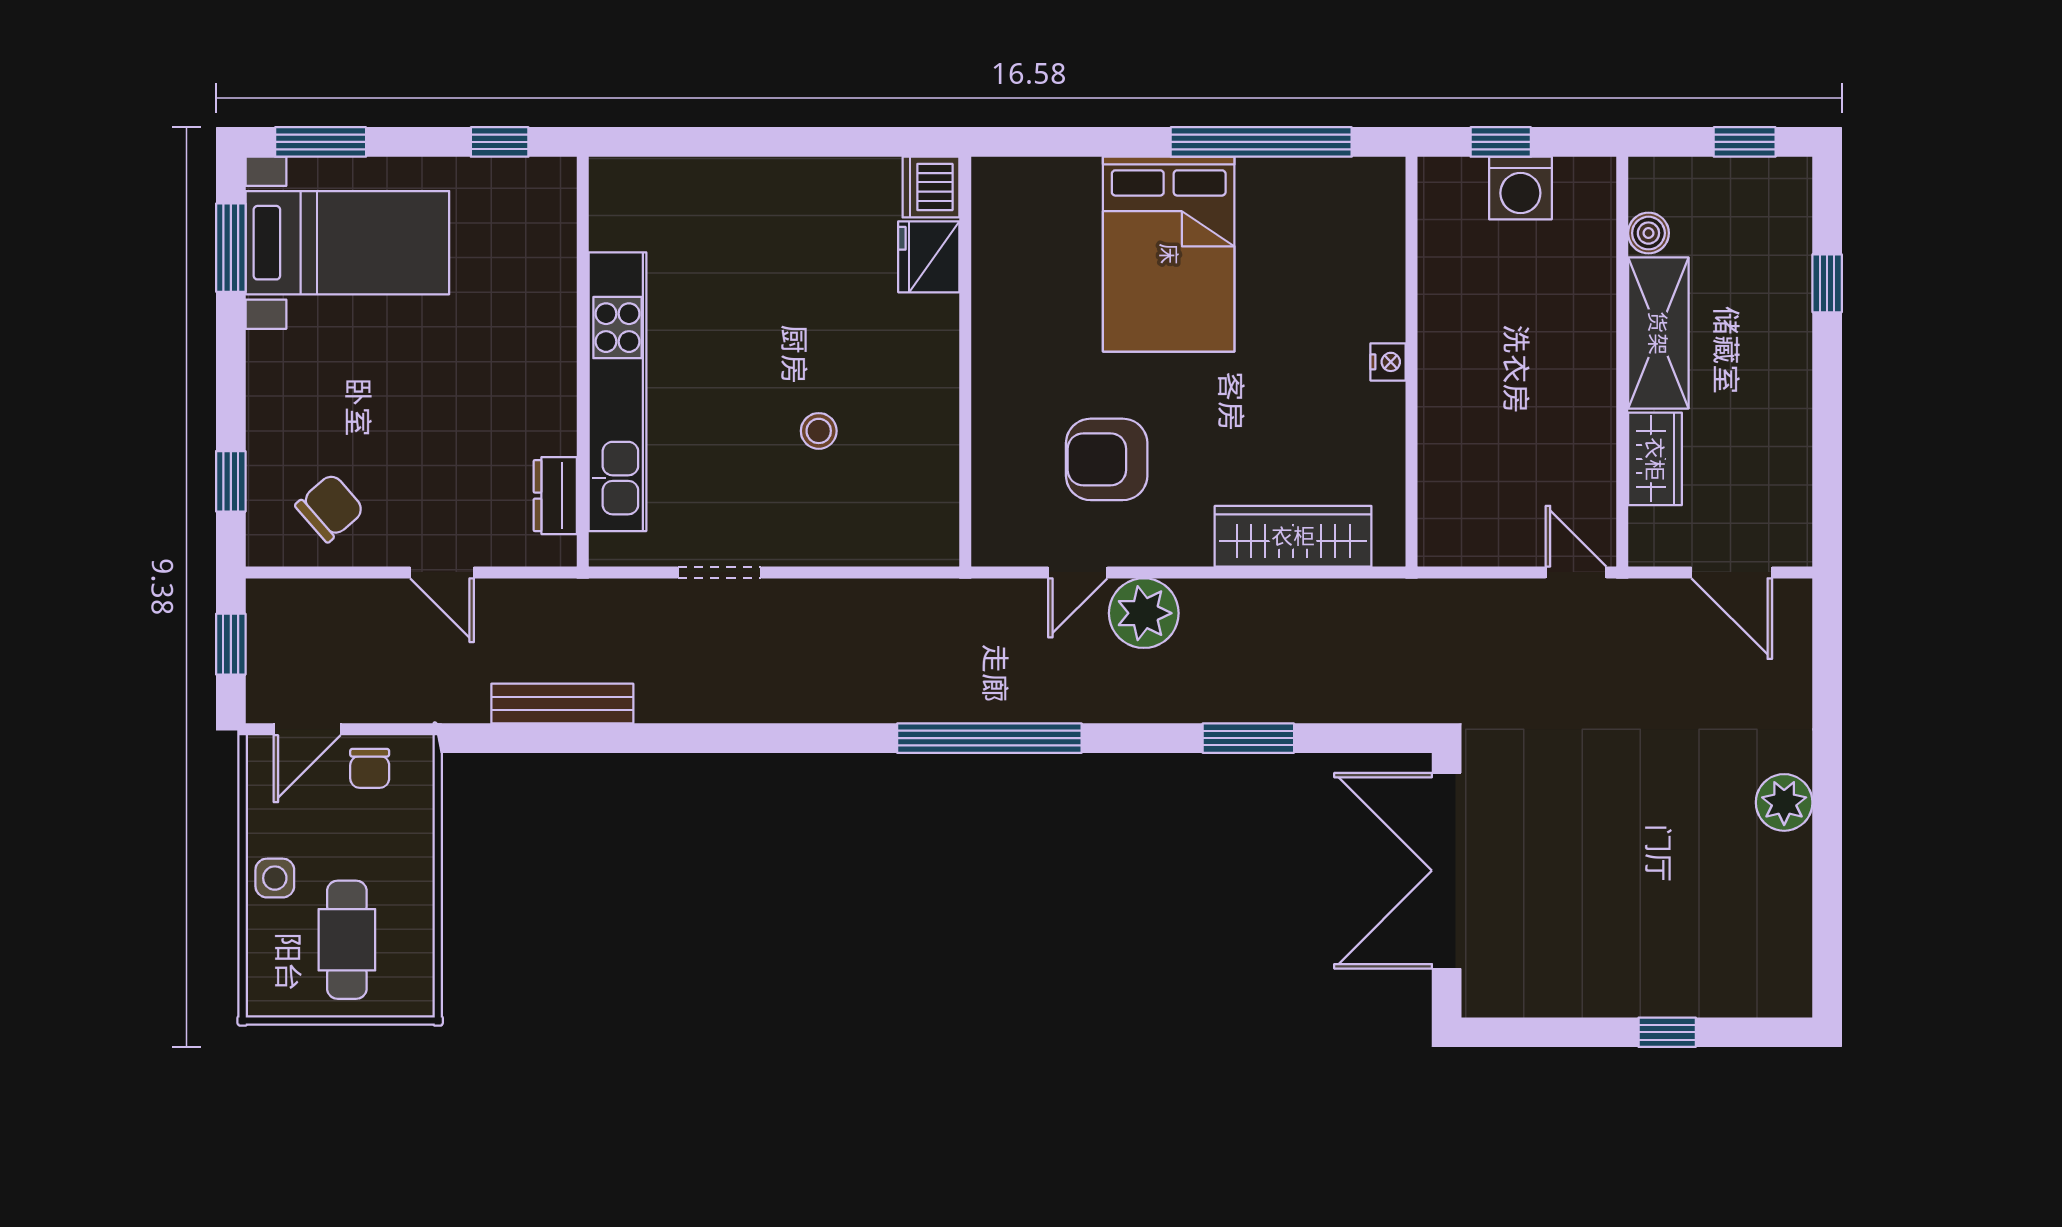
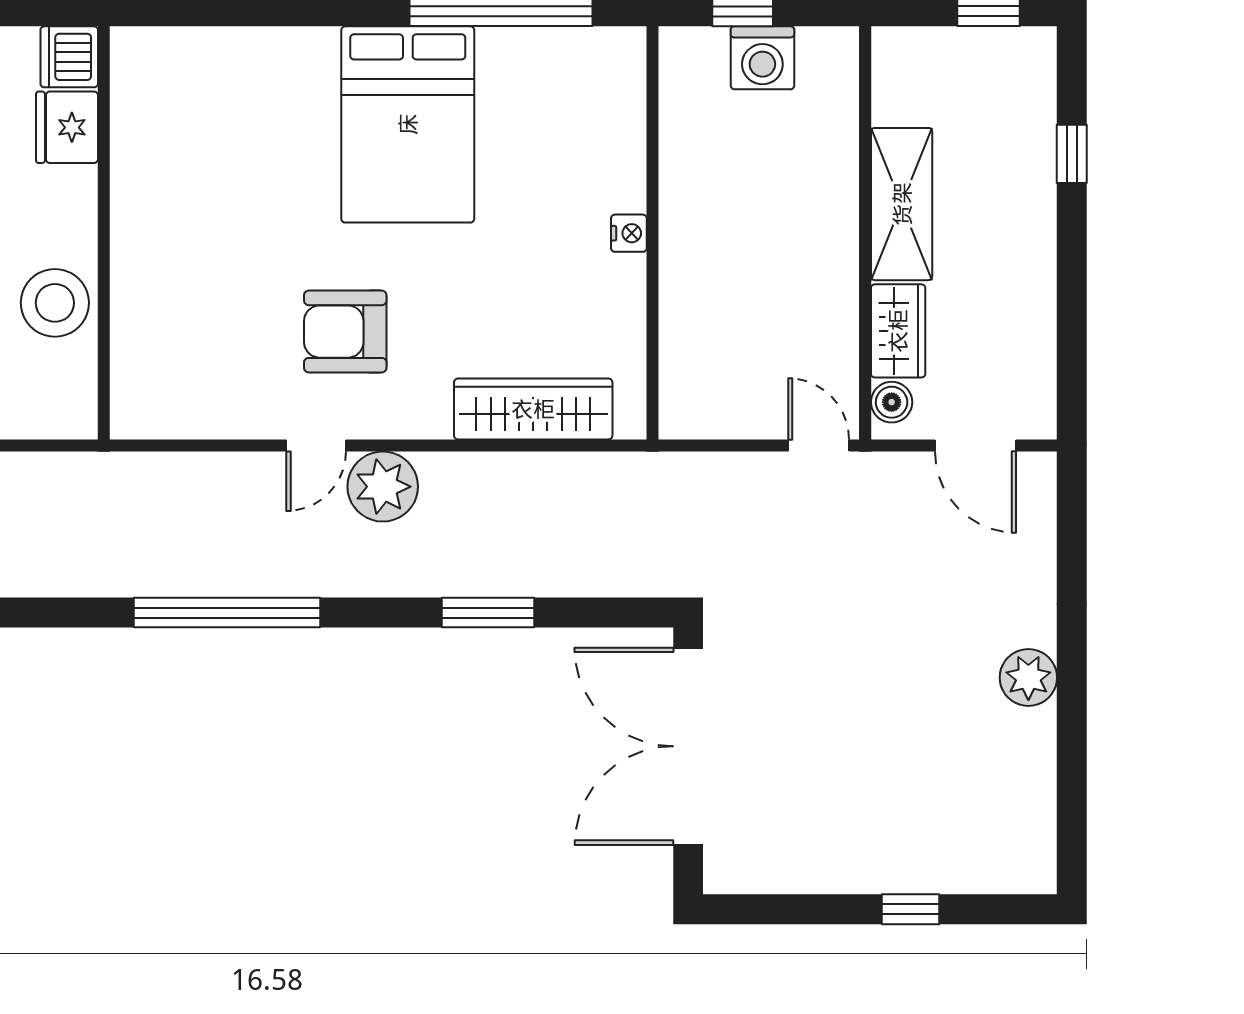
dishwasher: (931, 187) -> (69, 57), moved
boiler: (1648, 233) -> (892, 402), moved
fridge: (929, 257) -> (67, 127), moved
wall: (965, 362) -> (104, 233), moved
stool: (819, 431) -> (55, 303), width x1.89, depth x1.89

